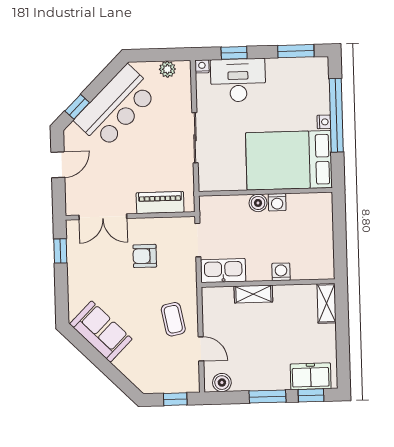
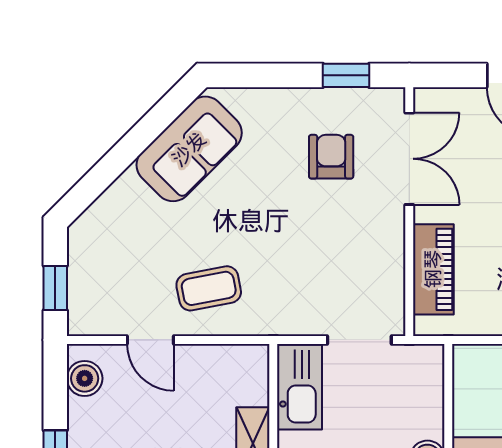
double door: (103, 217) -> (409, 159), swing flipped
armchair: (145, 256) -> (331, 157), moved
door: (201, 349) -> (150, 340), hinge flipped

